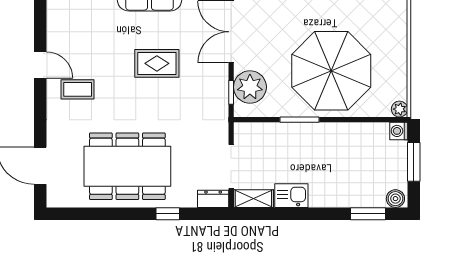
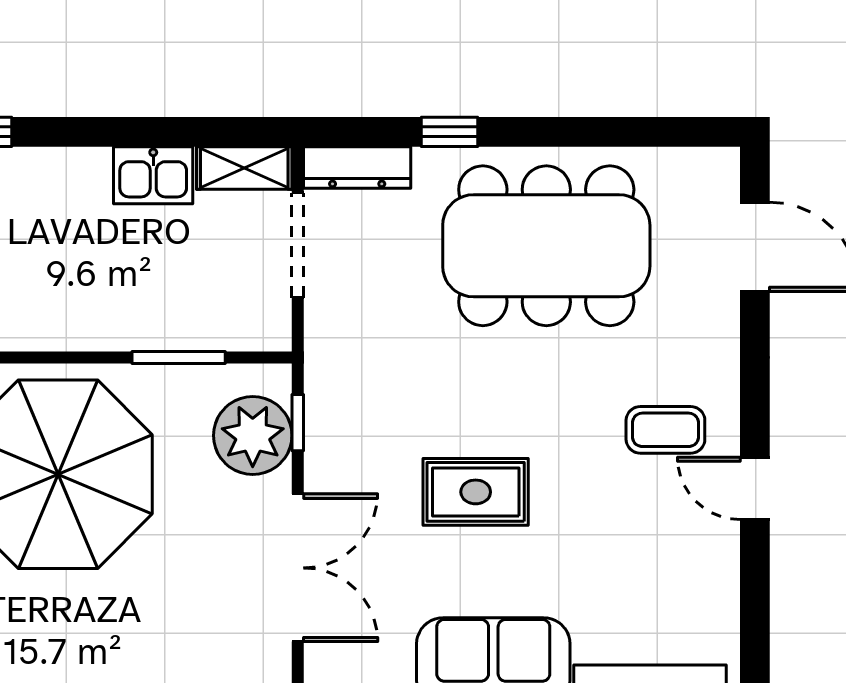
window: (300, 120) -> (179, 357), moved
dresser: (213, 199) -> (357, 168), width x1.44

